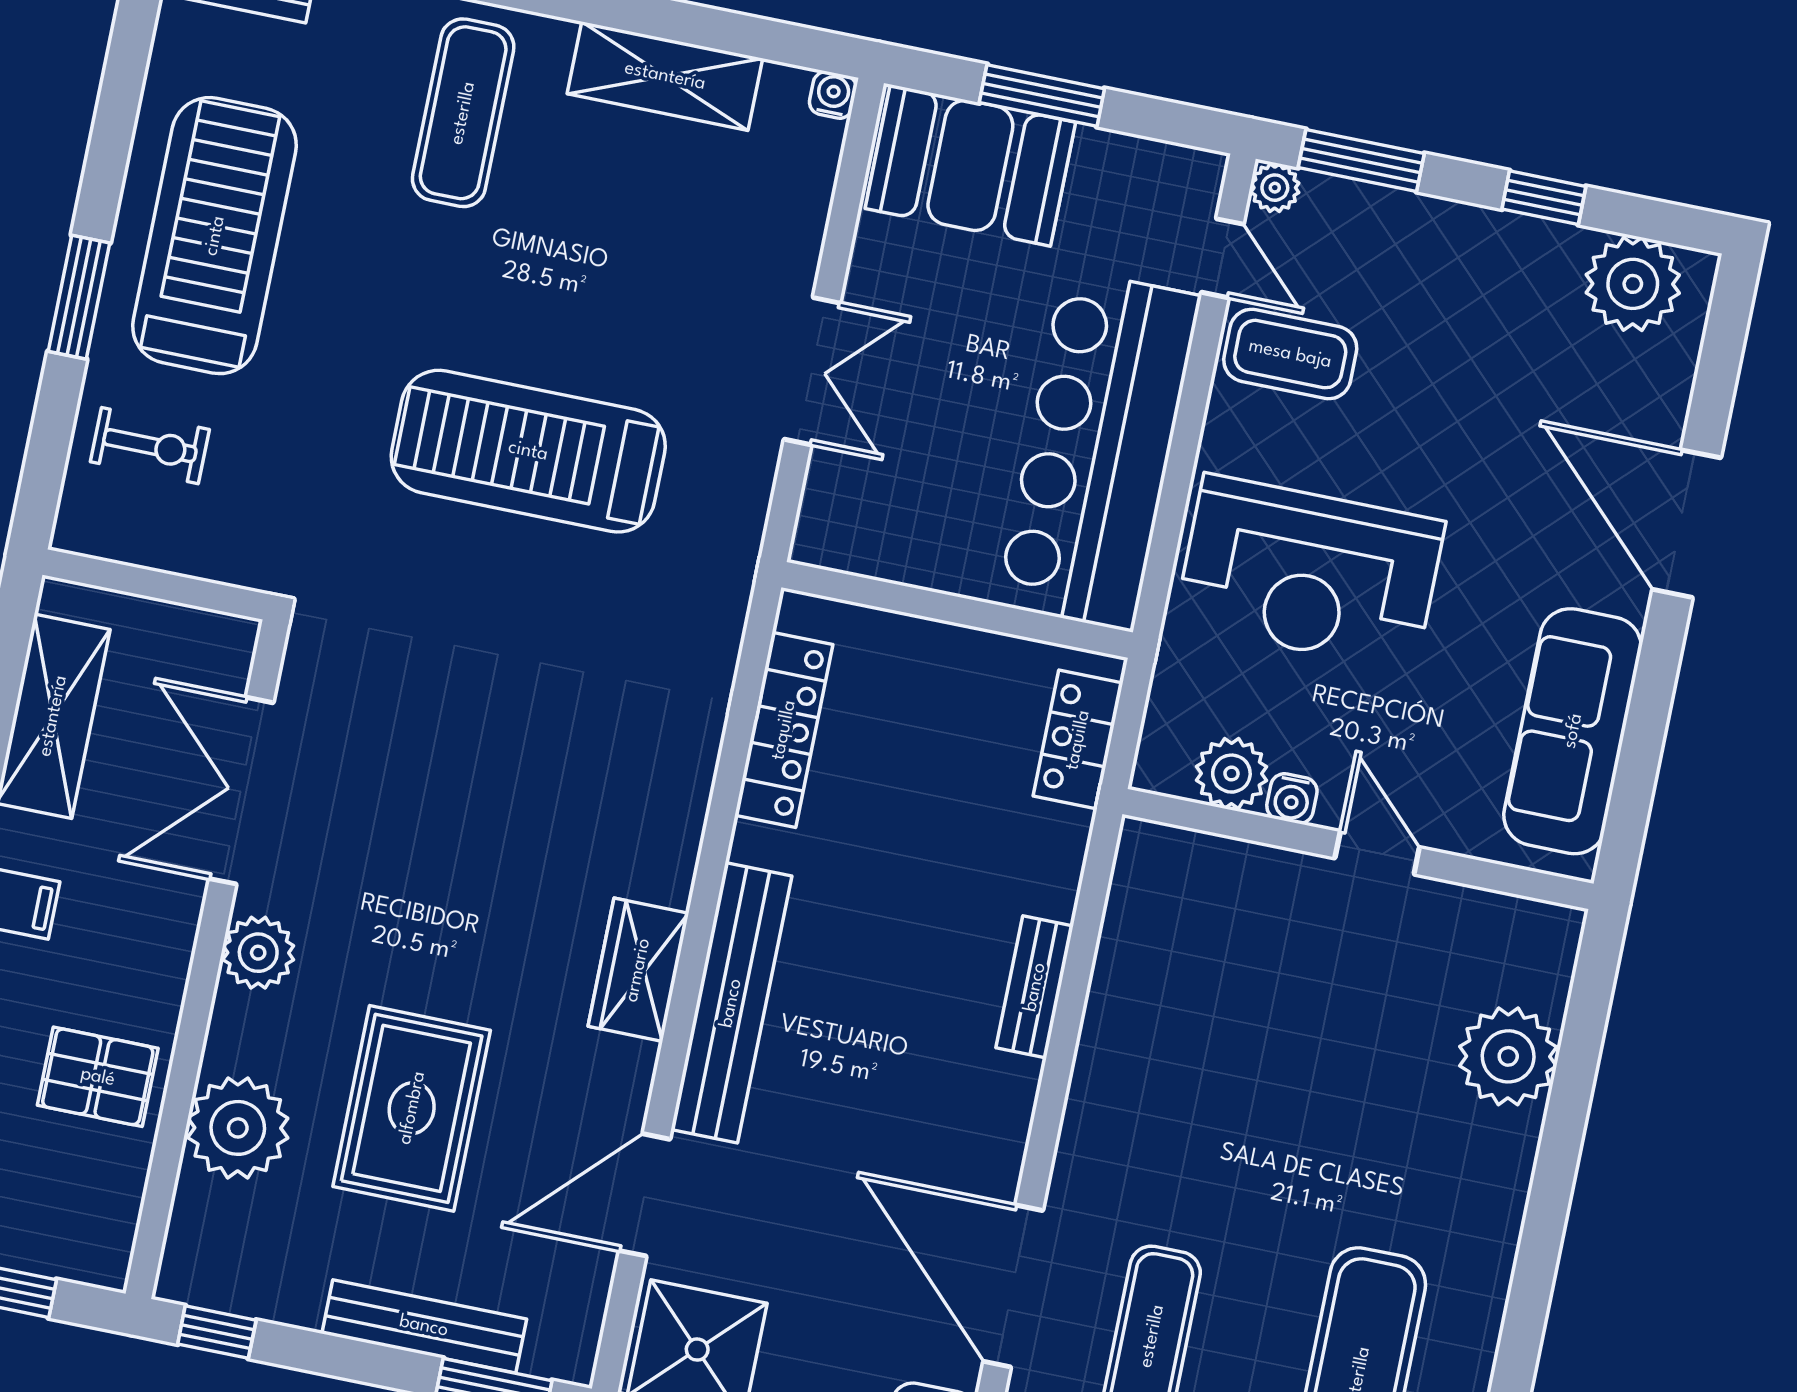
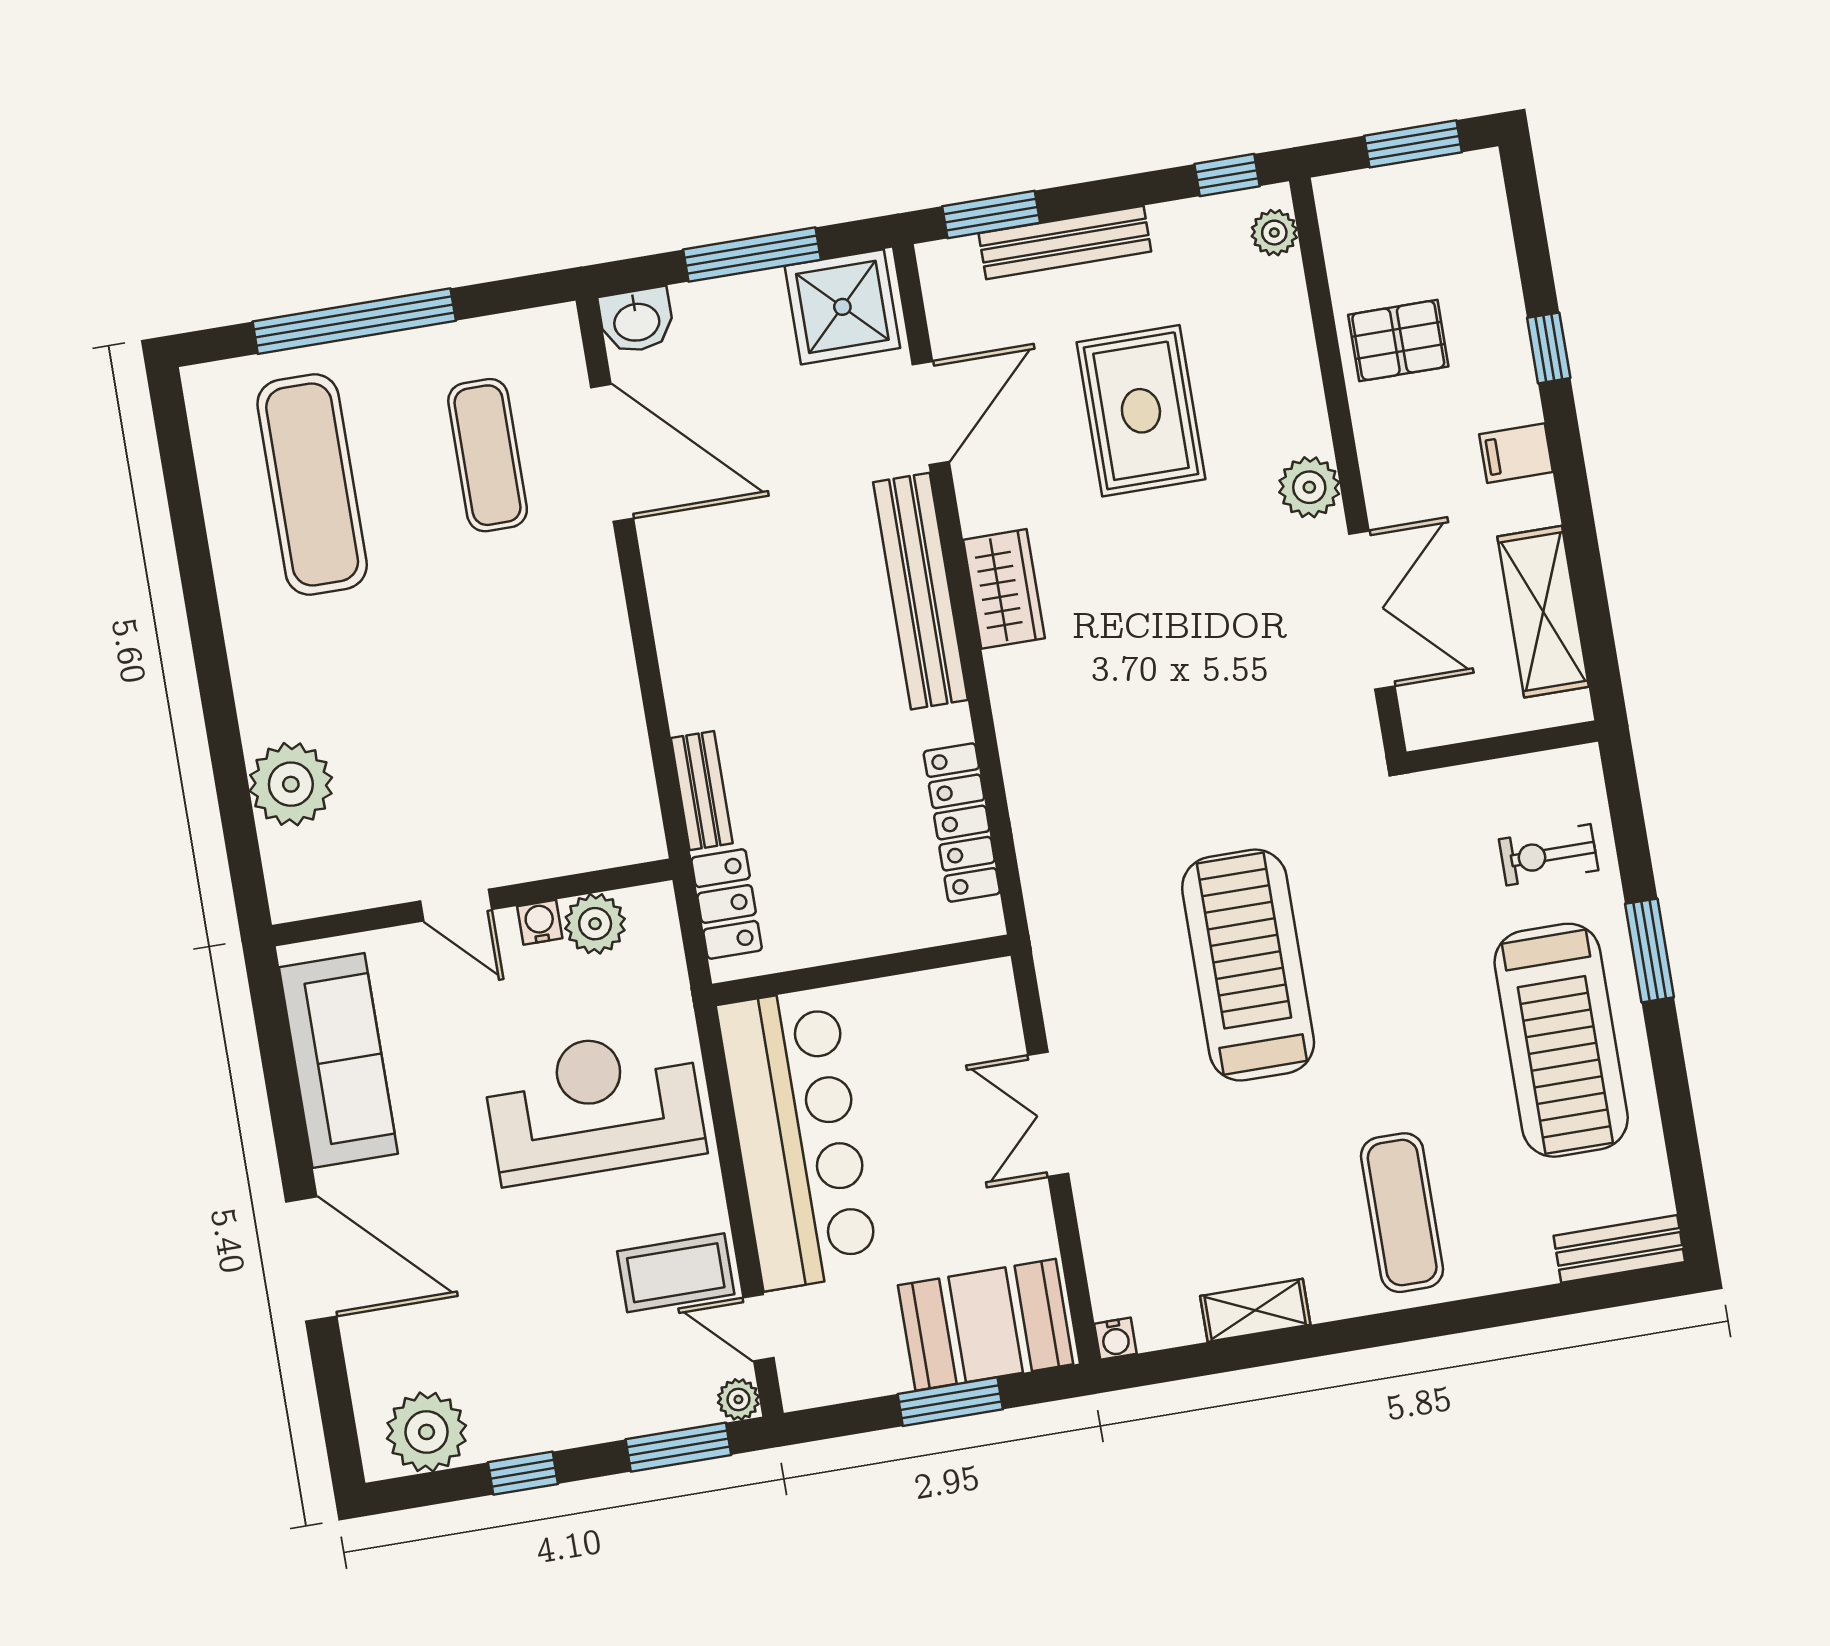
shelving: (665, 76) -> (1255, 1310), width x0.67, depth x0.75
treadmill: (528, 451) -> (1248, 965), turned -90
bench: (1035, 987) -> (702, 791), moved
plant: (238, 1128) -> (1274, 233), moved, width x0.53, depth x0.53

